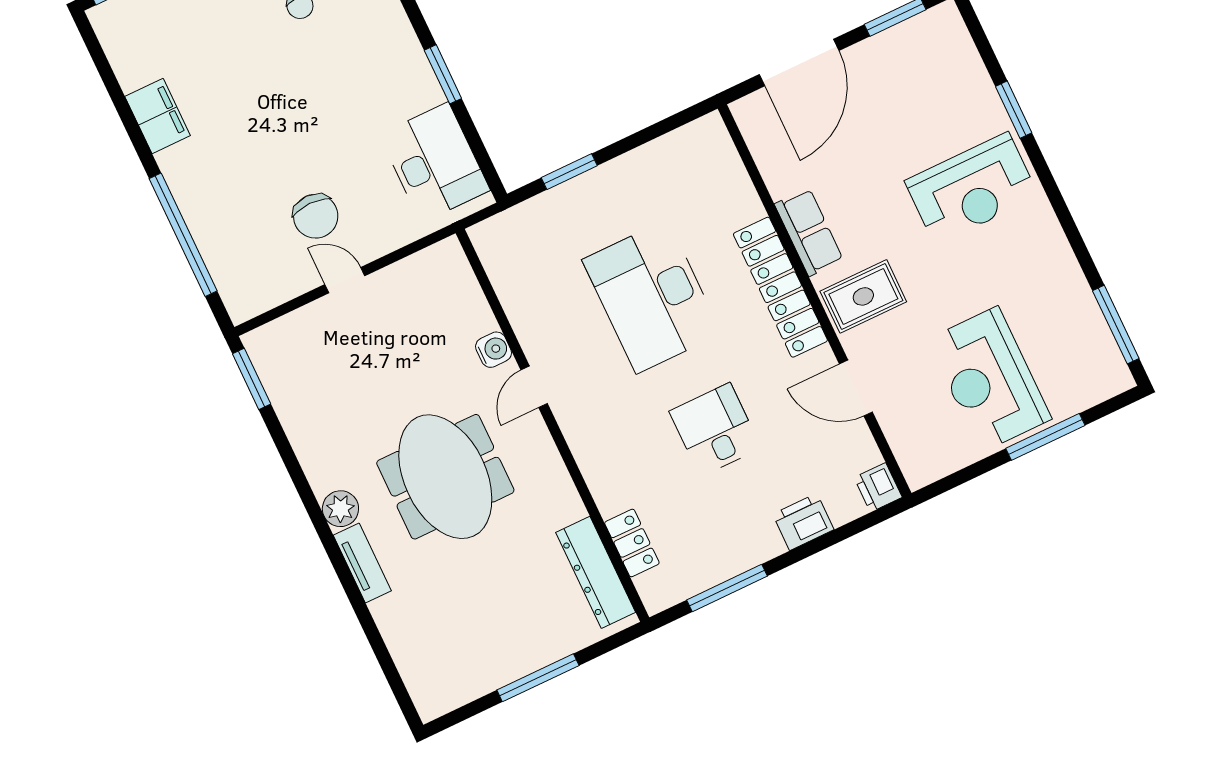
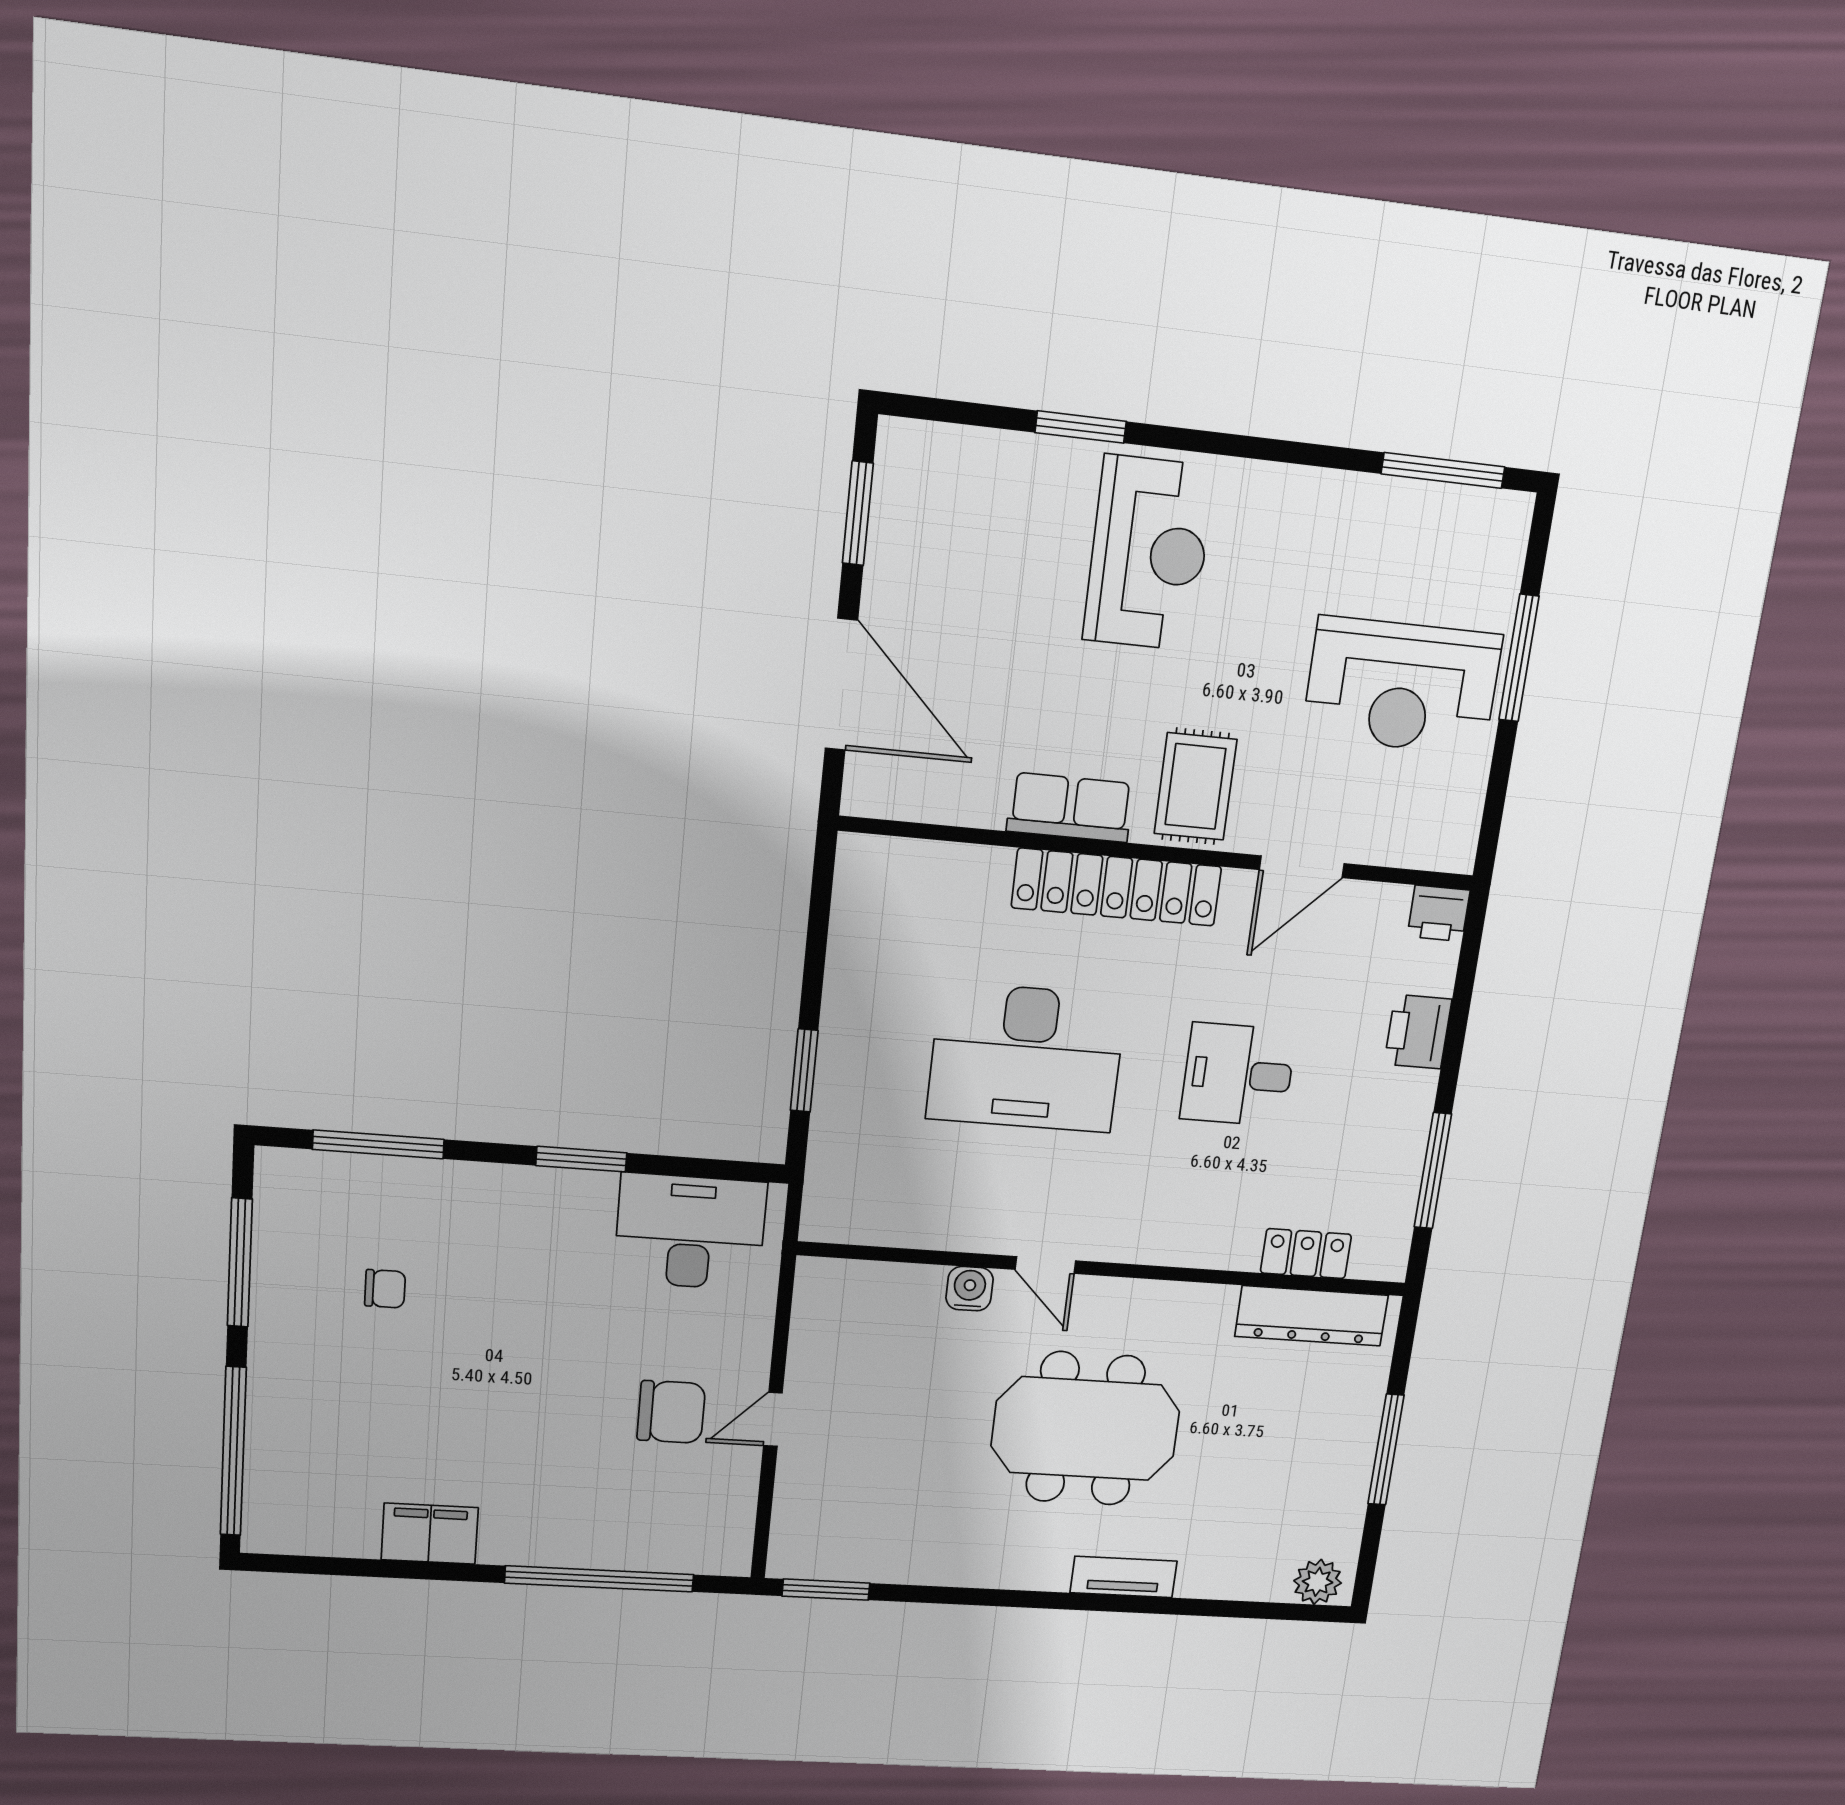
plant: (340, 509) -> (1318, 1582), moved

